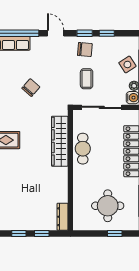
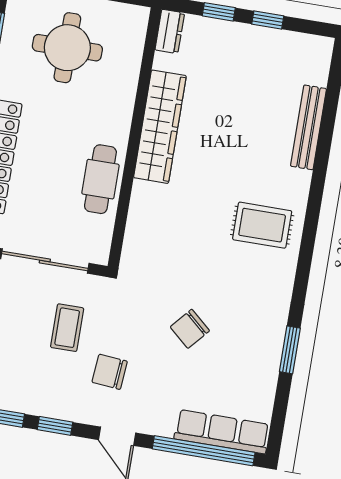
chair: (85, 49) -> (110, 372), moved
wardrobe: (60, 141) -> (160, 127), moved
dresser: (63, 217) -> (170, 31), width x0.70

